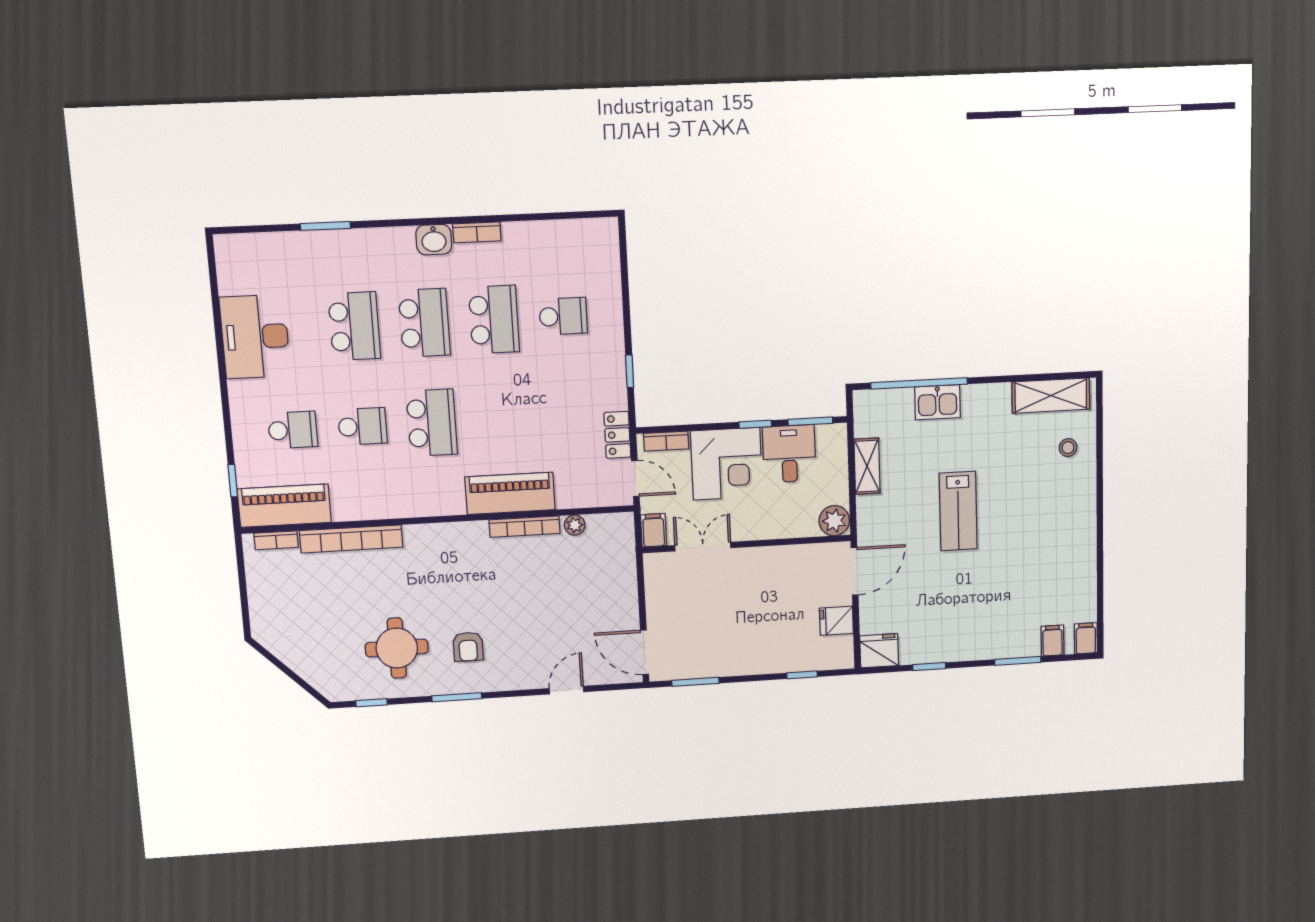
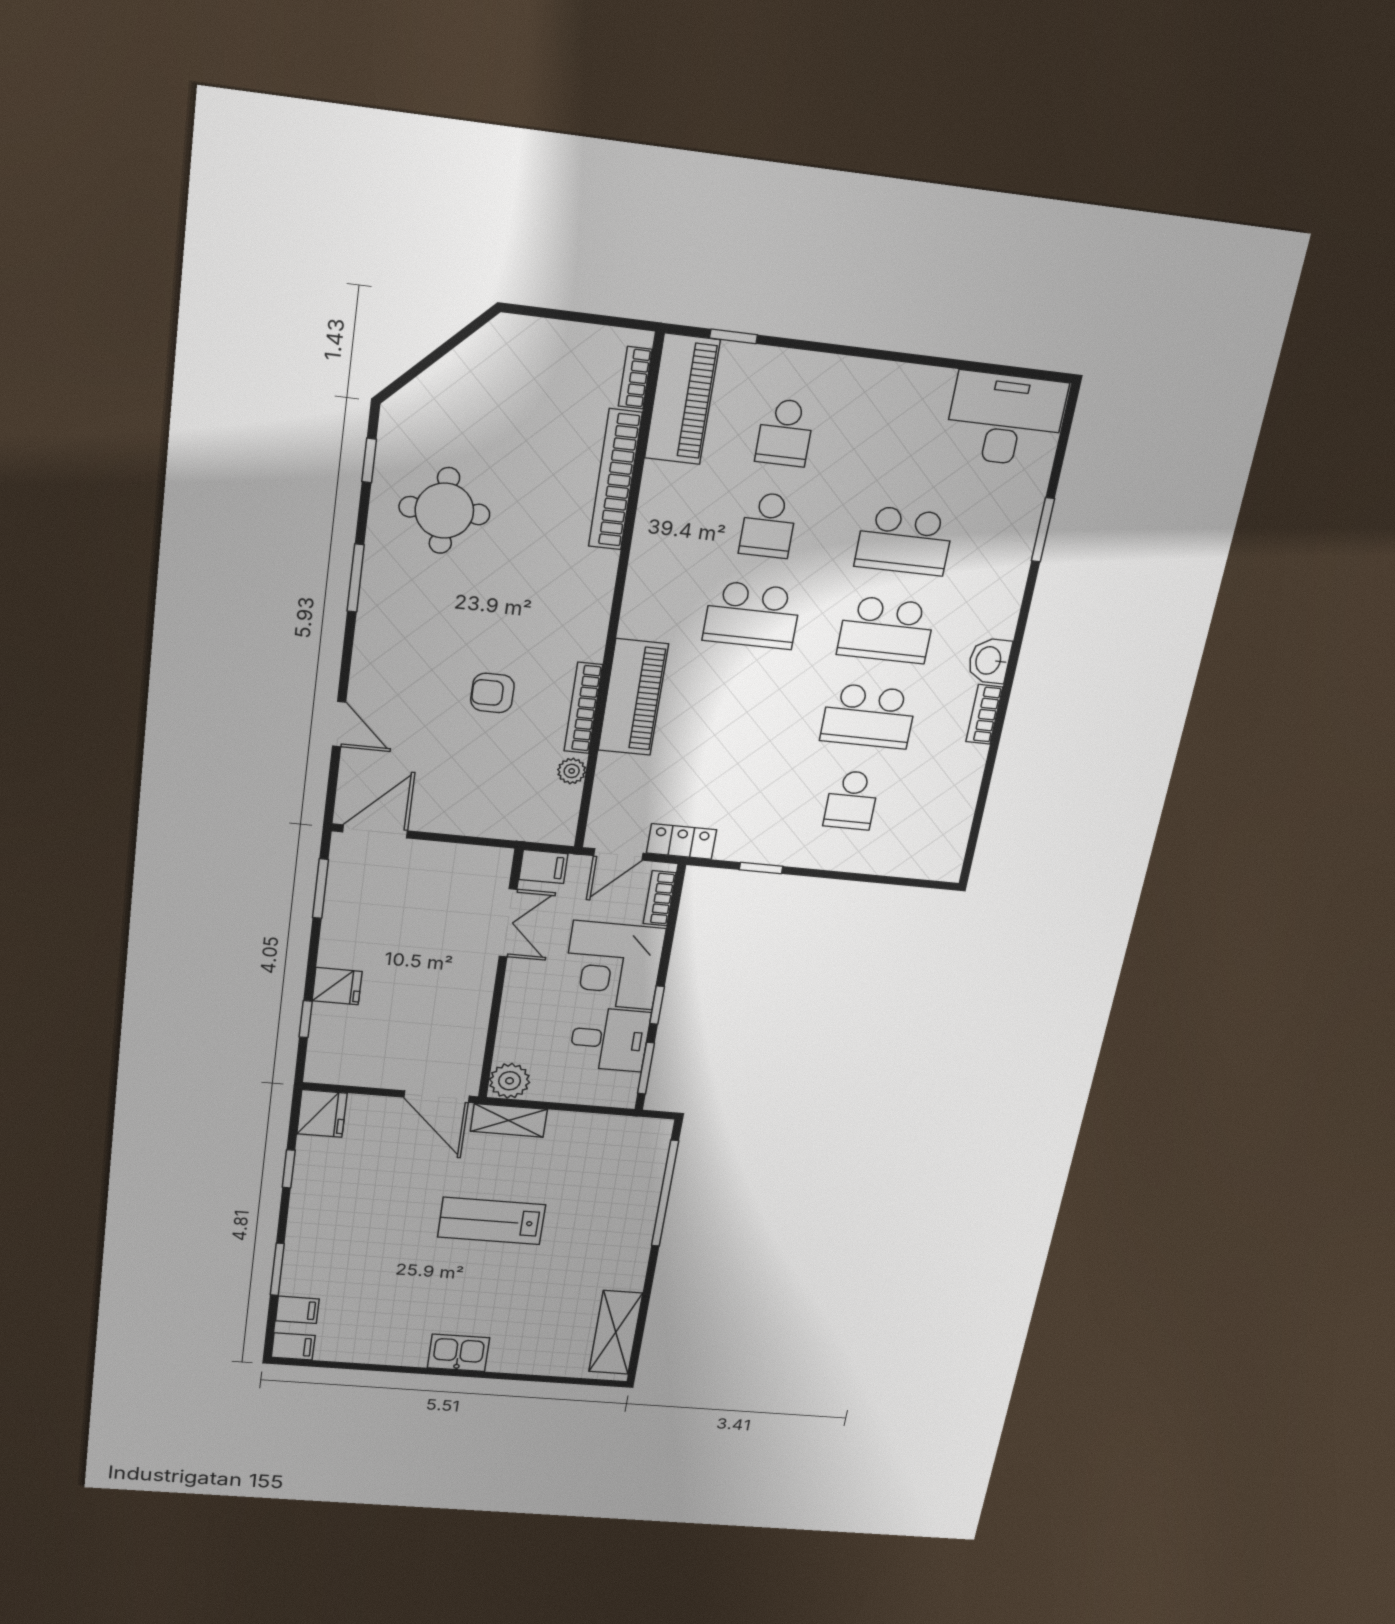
desk: (255, 337) -> (1005, 419), moved
kitchen sink: (938, 402) -> (458, 1353), moved, turned 90
stool: (1068, 448) -> (546, 1346), removed
shelving: (867, 466) -> (509, 1120), moved
fridge: (836, 621) -> (337, 986), moved, turned 90
armchair: (468, 647) -> (492, 693), moved

